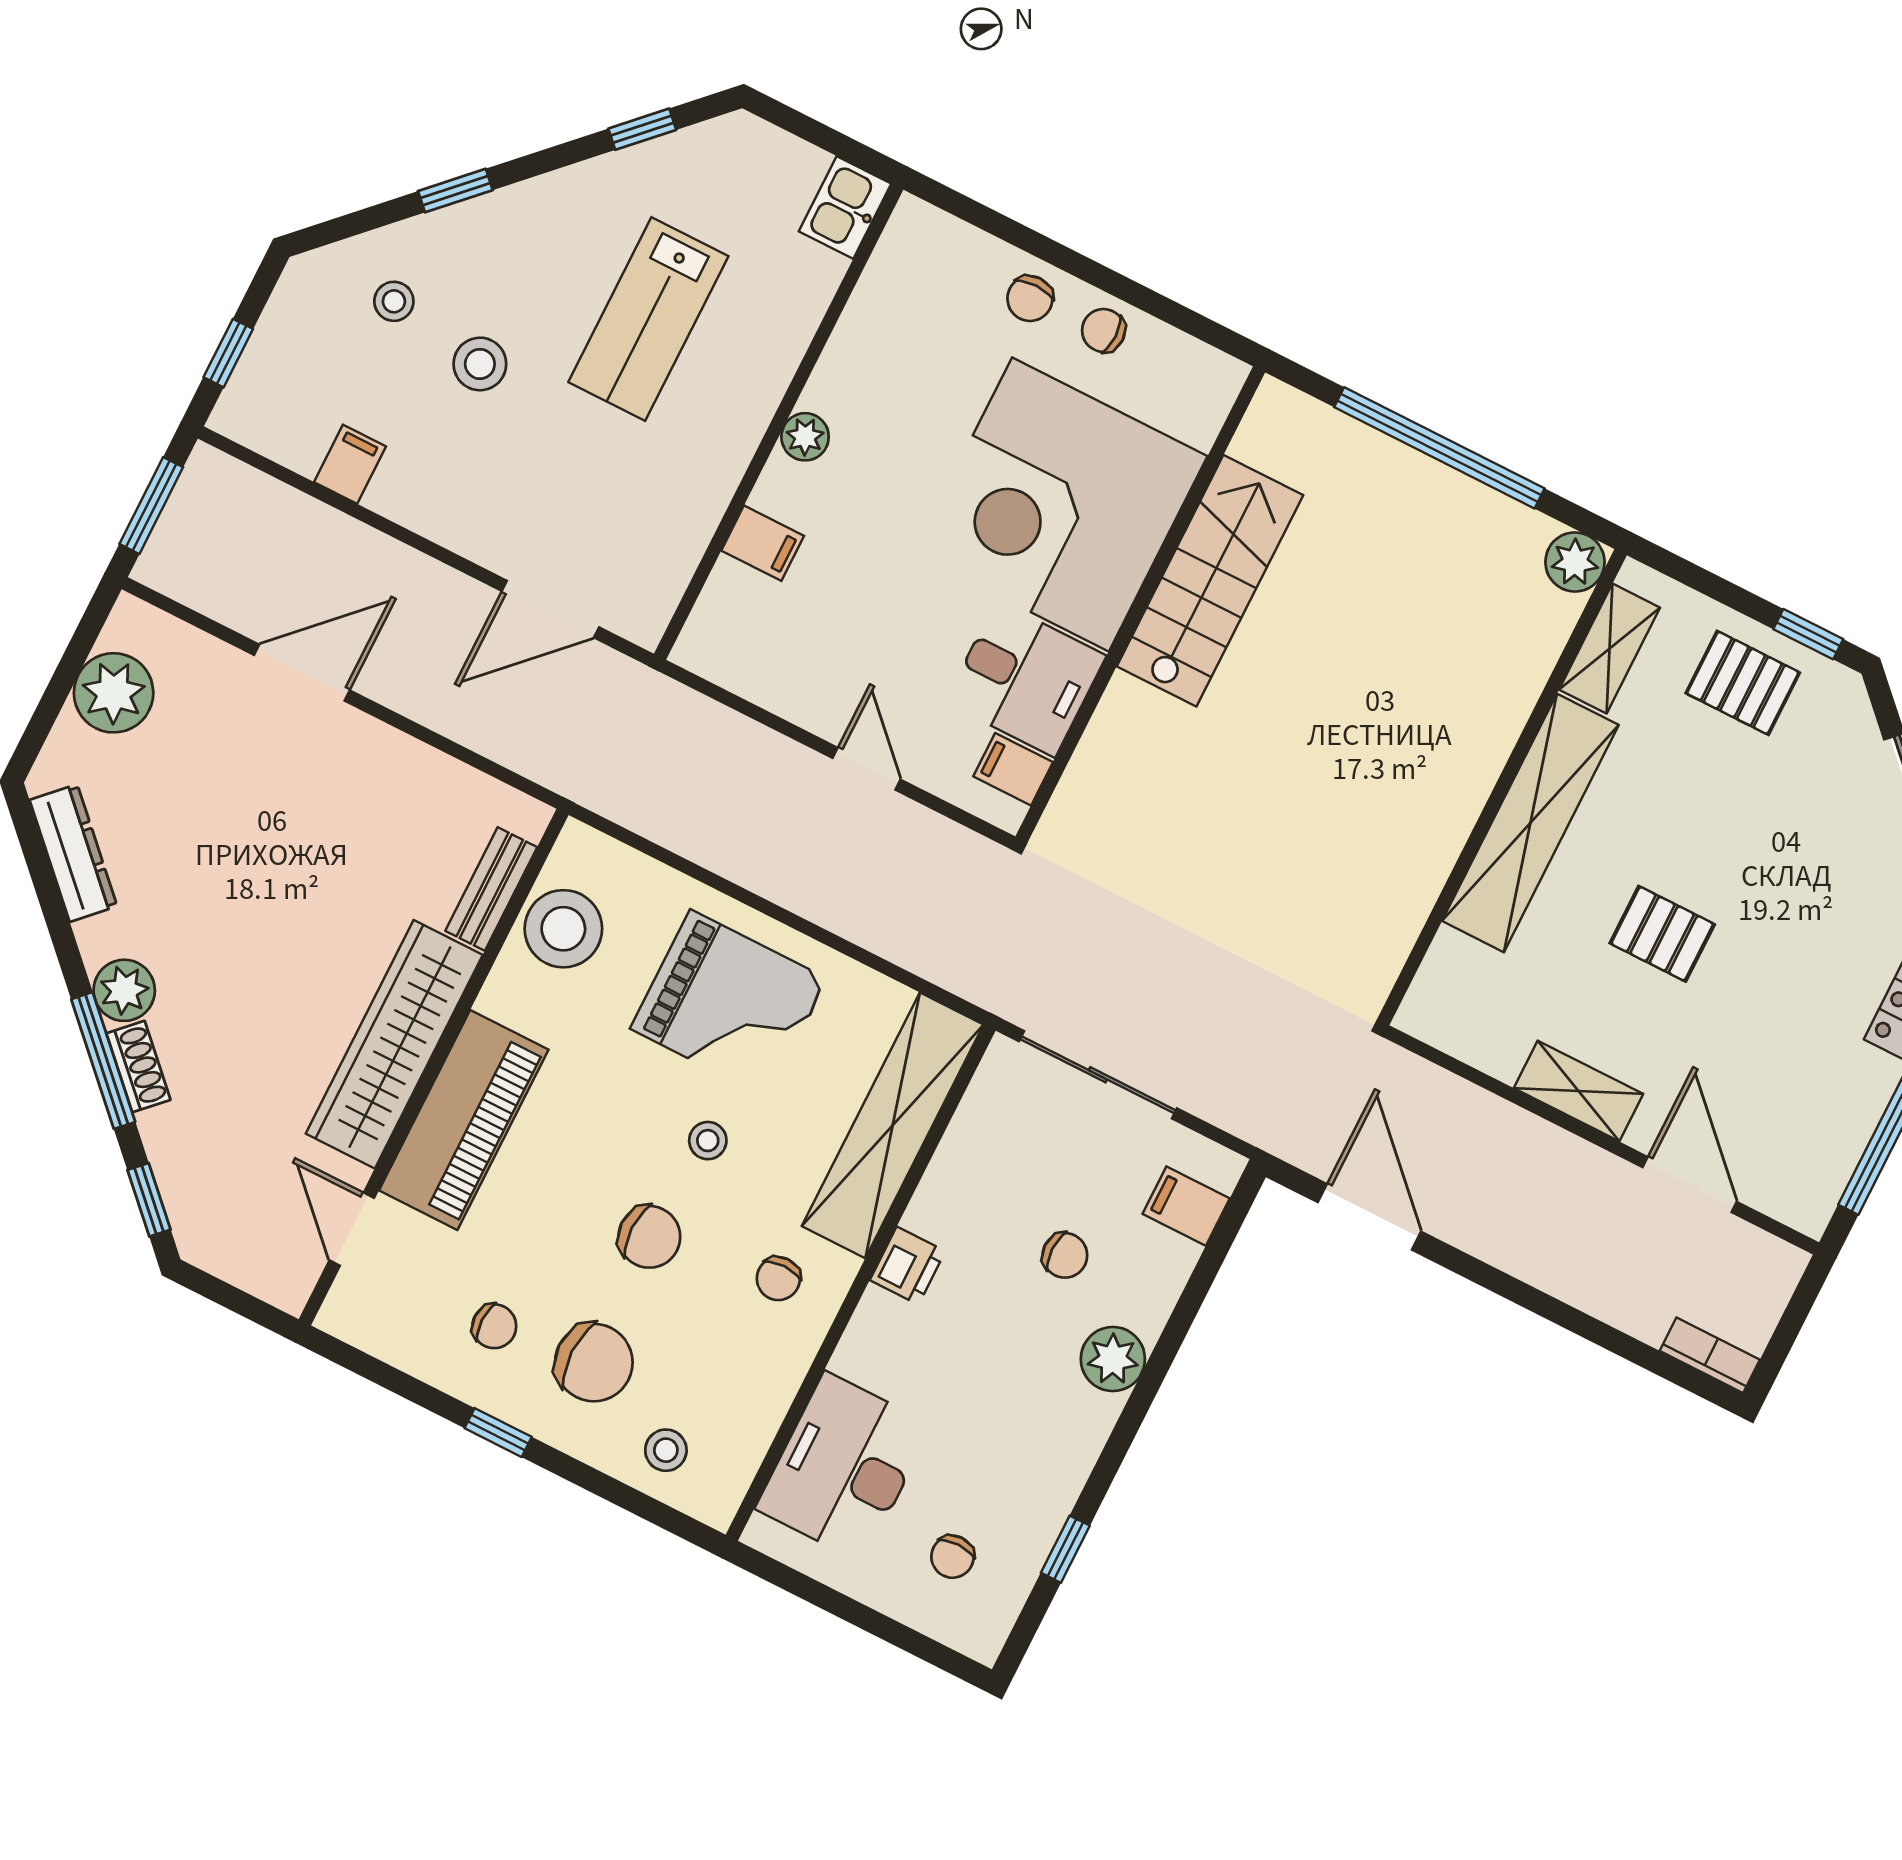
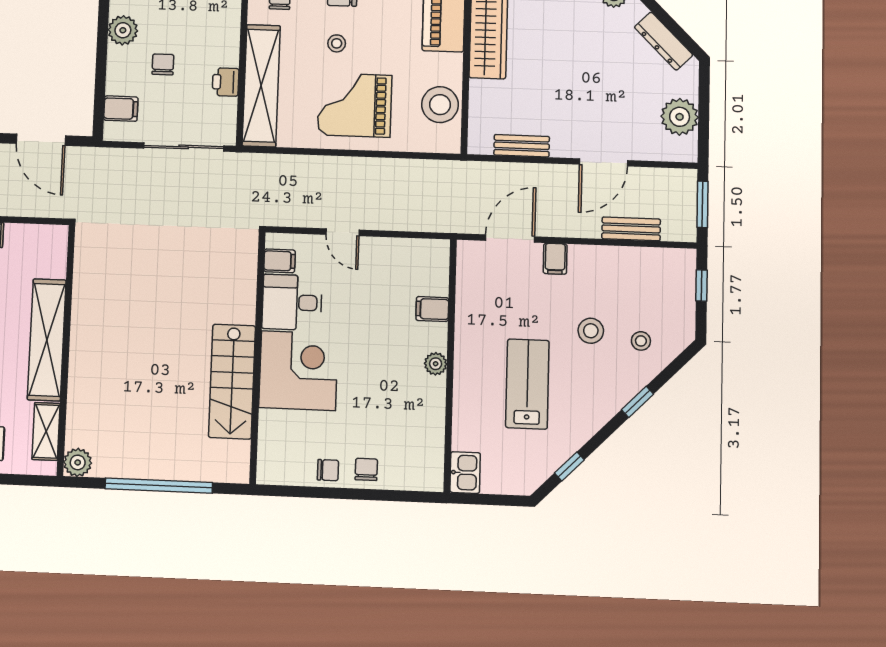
filing cabinet: (350, 464) -> (555, 259), moved
corner desk: (1061, 504) -> (298, 371), width x0.74, depth x0.74
bench: (310, 521) -> (631, 229), added
bench: (491, 889) -> (522, 146), moved, turned 90
chair: (1065, 1255) -> (163, 64), turned 90
printer: (908, 1266) -> (226, 82), moved

